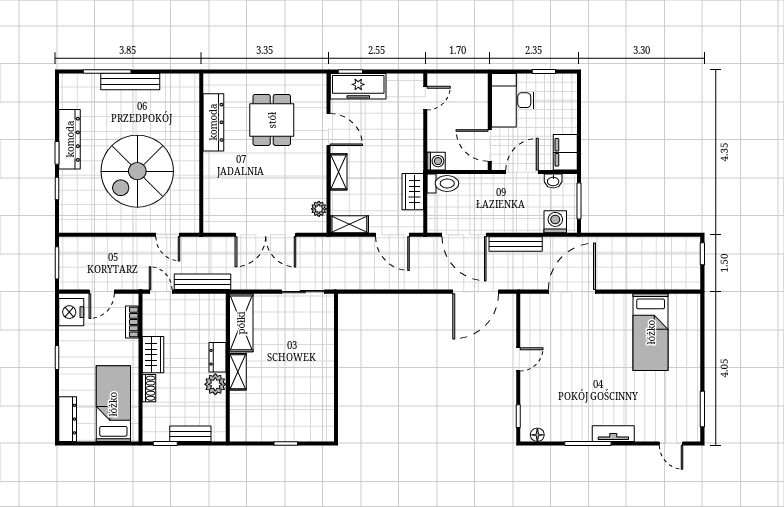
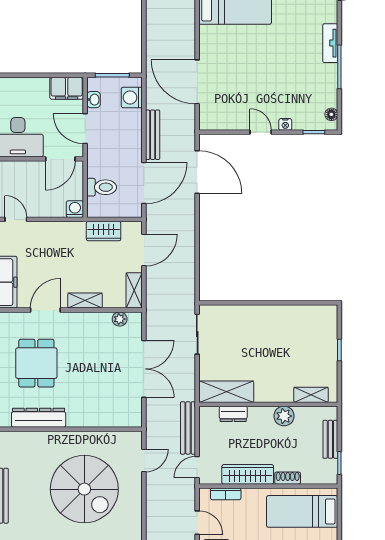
dining table: (272, 120) -> (36, 363), turned 90
toilet: (443, 183) -> (102, 187), moved, turned 90
wardrobe: (153, 355) -> (248, 474), width x1.50
dresser: (218, 357) -> (233, 414), moved
shelving: (238, 372) -> (311, 395), moved
nightstand: (527, 386) -> (285, 124), added

